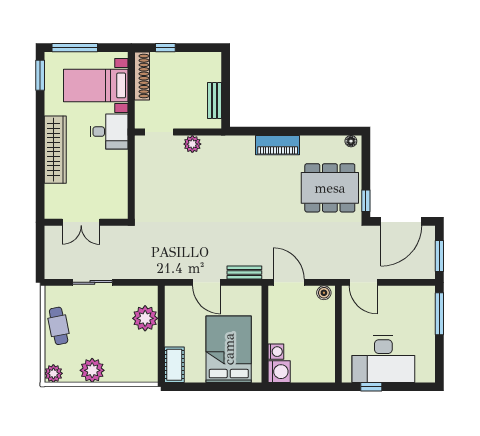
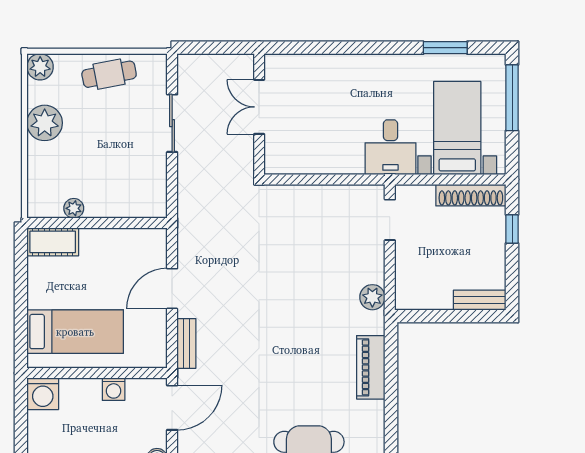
window: (40, 75) -> (445, 48), moved
bench: (214, 100) -> (480, 300), moved
plant: (192, 144) -> (372, 297), moved
piano: (278, 145) -> (371, 367), moved
wardrobe: (55, 150) -> (364, 69), removed
plant: (145, 318) -> (74, 208), moved, width x0.53, depth x0.53
bed: (229, 349) -> (75, 332), width x0.67
washing machine: (276, 352) -> (114, 389), moved

